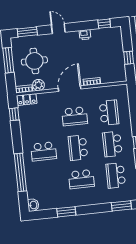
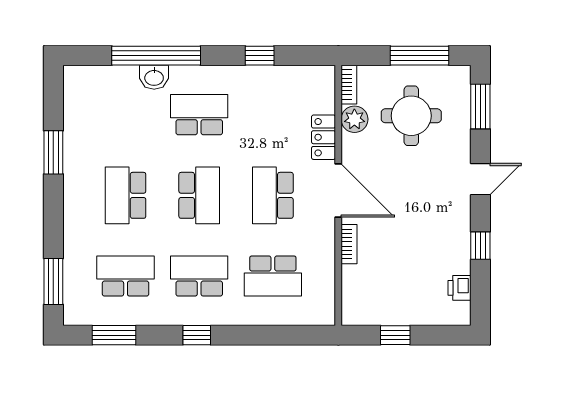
window: (104, 24) -> (480, 246), moved
printer: (85, 35) -> (460, 288), moved
locker: (27, 100) -> (324, 137), moved
window: (14, 114) -> (260, 56), moved
school desk: (78, 148) -> (199, 195), turned 90
school desk: (44, 151) -> (199, 115), turned 90
washbasin: (33, 205) -> (154, 77), moved

